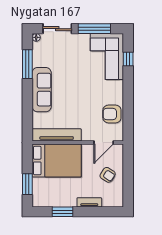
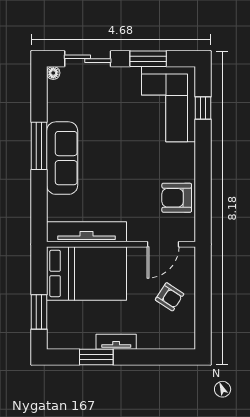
window: (94, 29) -> (148, 59), width x0.69
window: (27, 64) -> (39, 146), moved
tv unit: (89, 202) -> (116, 342), moved

